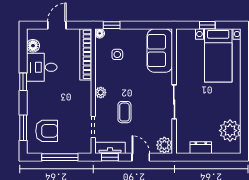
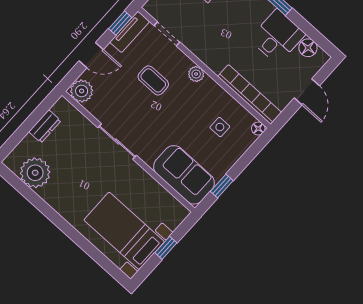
window: (112, 25) -> (222, 186), moved

